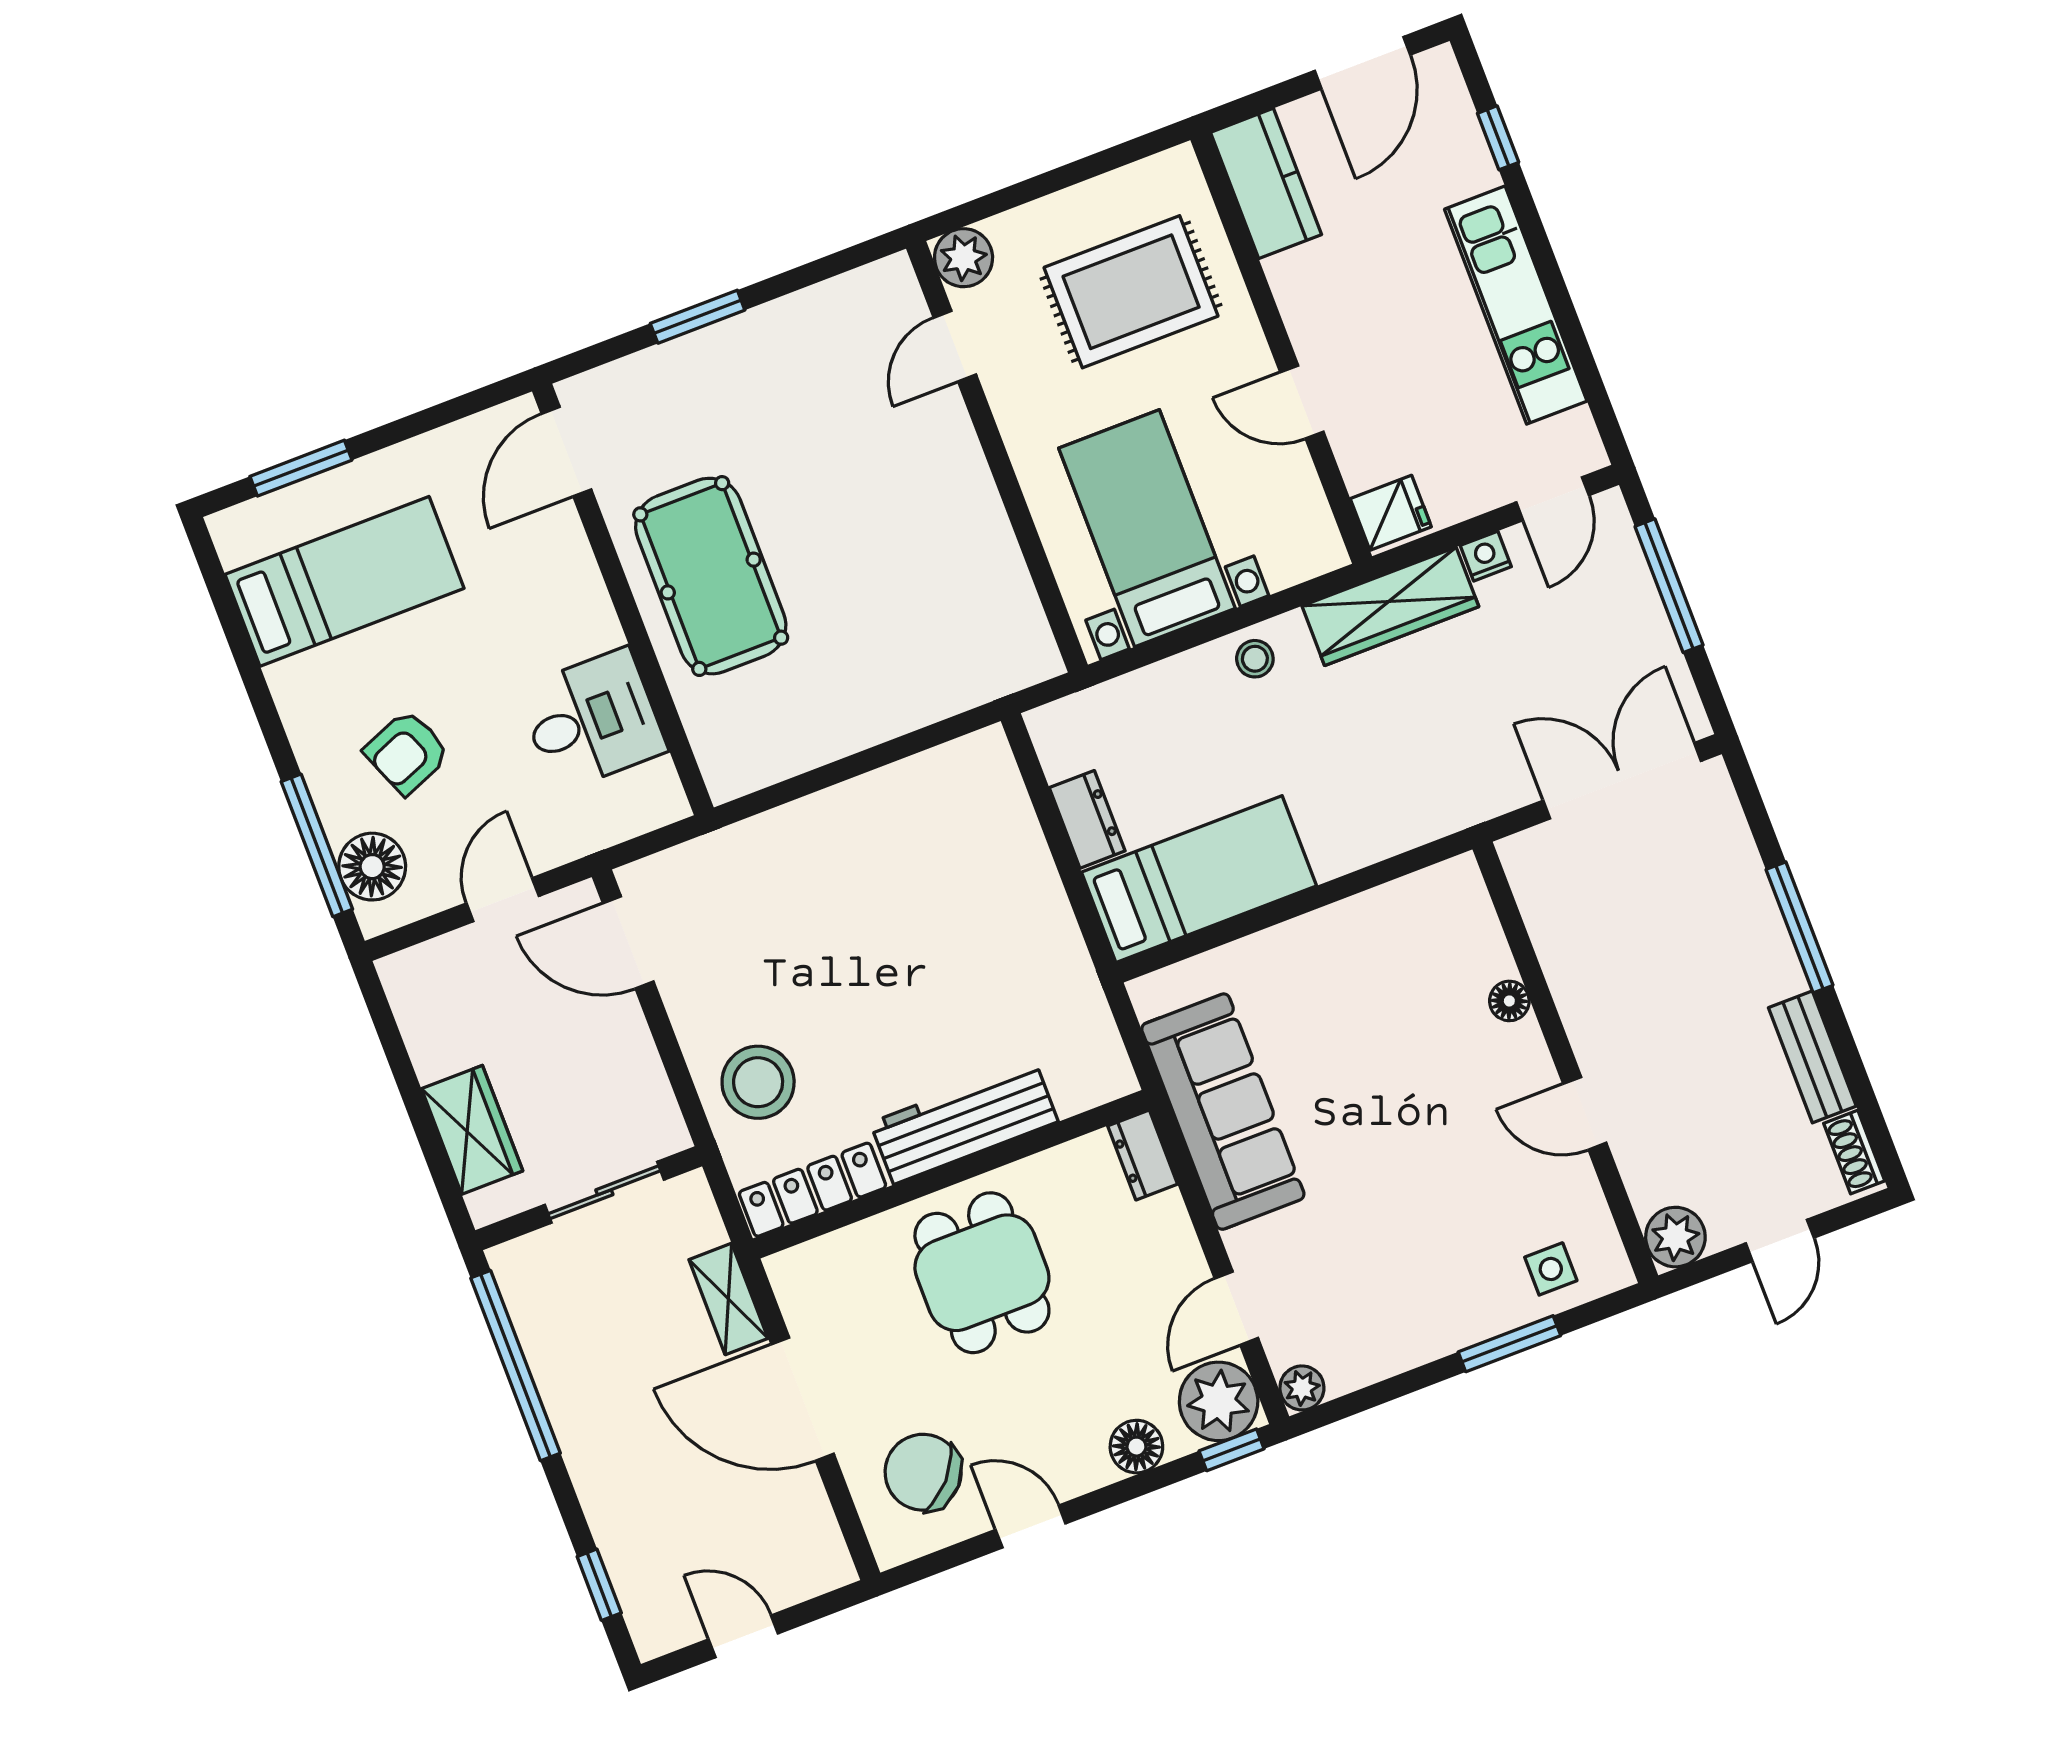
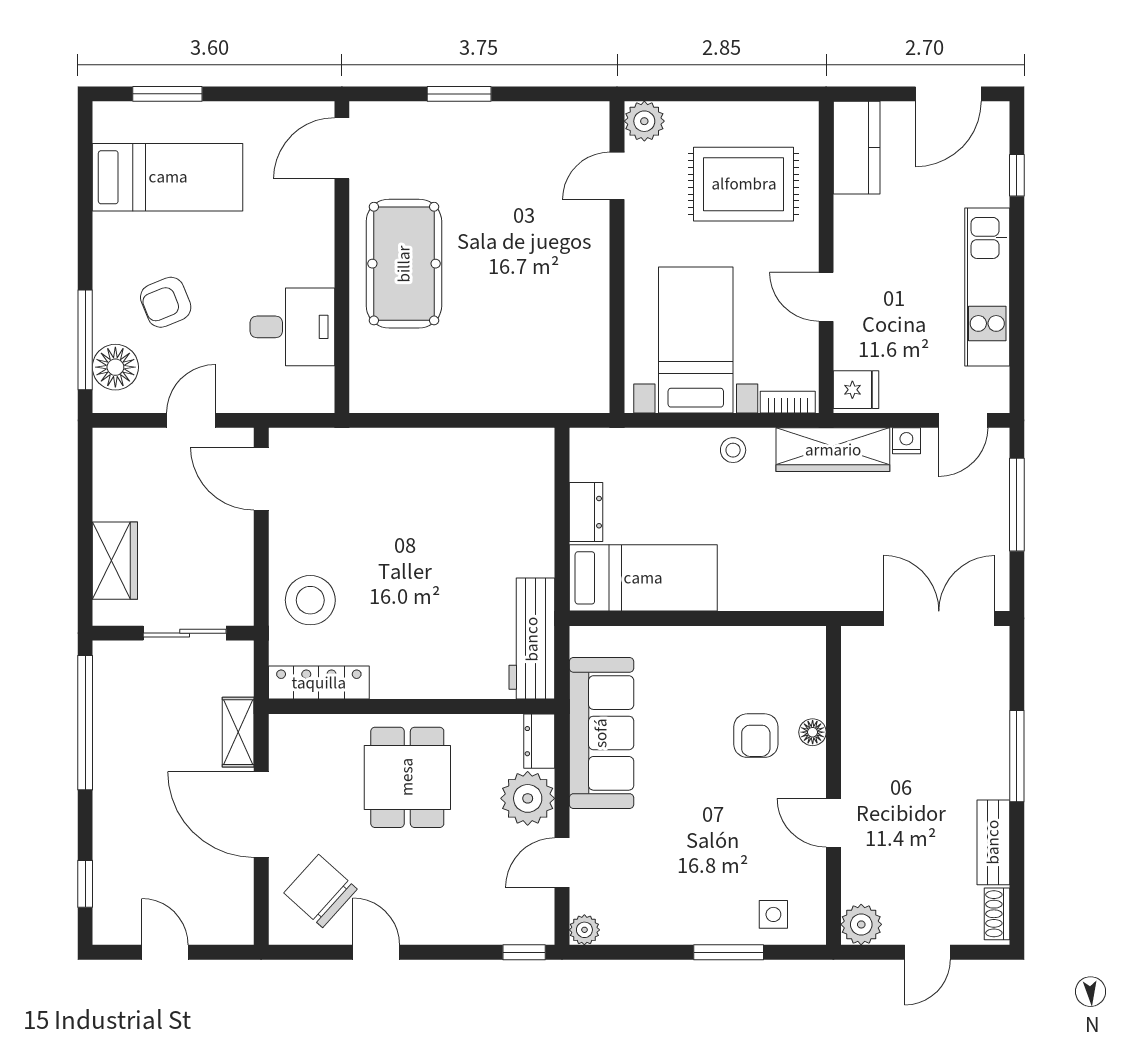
bookcase: (1304, 565) -> (788, 402), added
armchair: (1434, 1035) -> (756, 736), added
workbench: (964, 1122) -> (532, 639), moved, turned -90
plant: (1219, 1401) -> (528, 798), moved
floor lamp: (1136, 1447) -> (464, 927), removed

